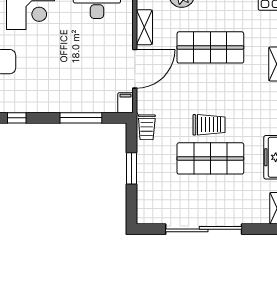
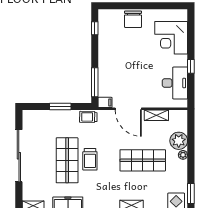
shop shelf: (210, 47) -> (143, 160), turned 90
window: (81, 118) -> (95, 82), moved

